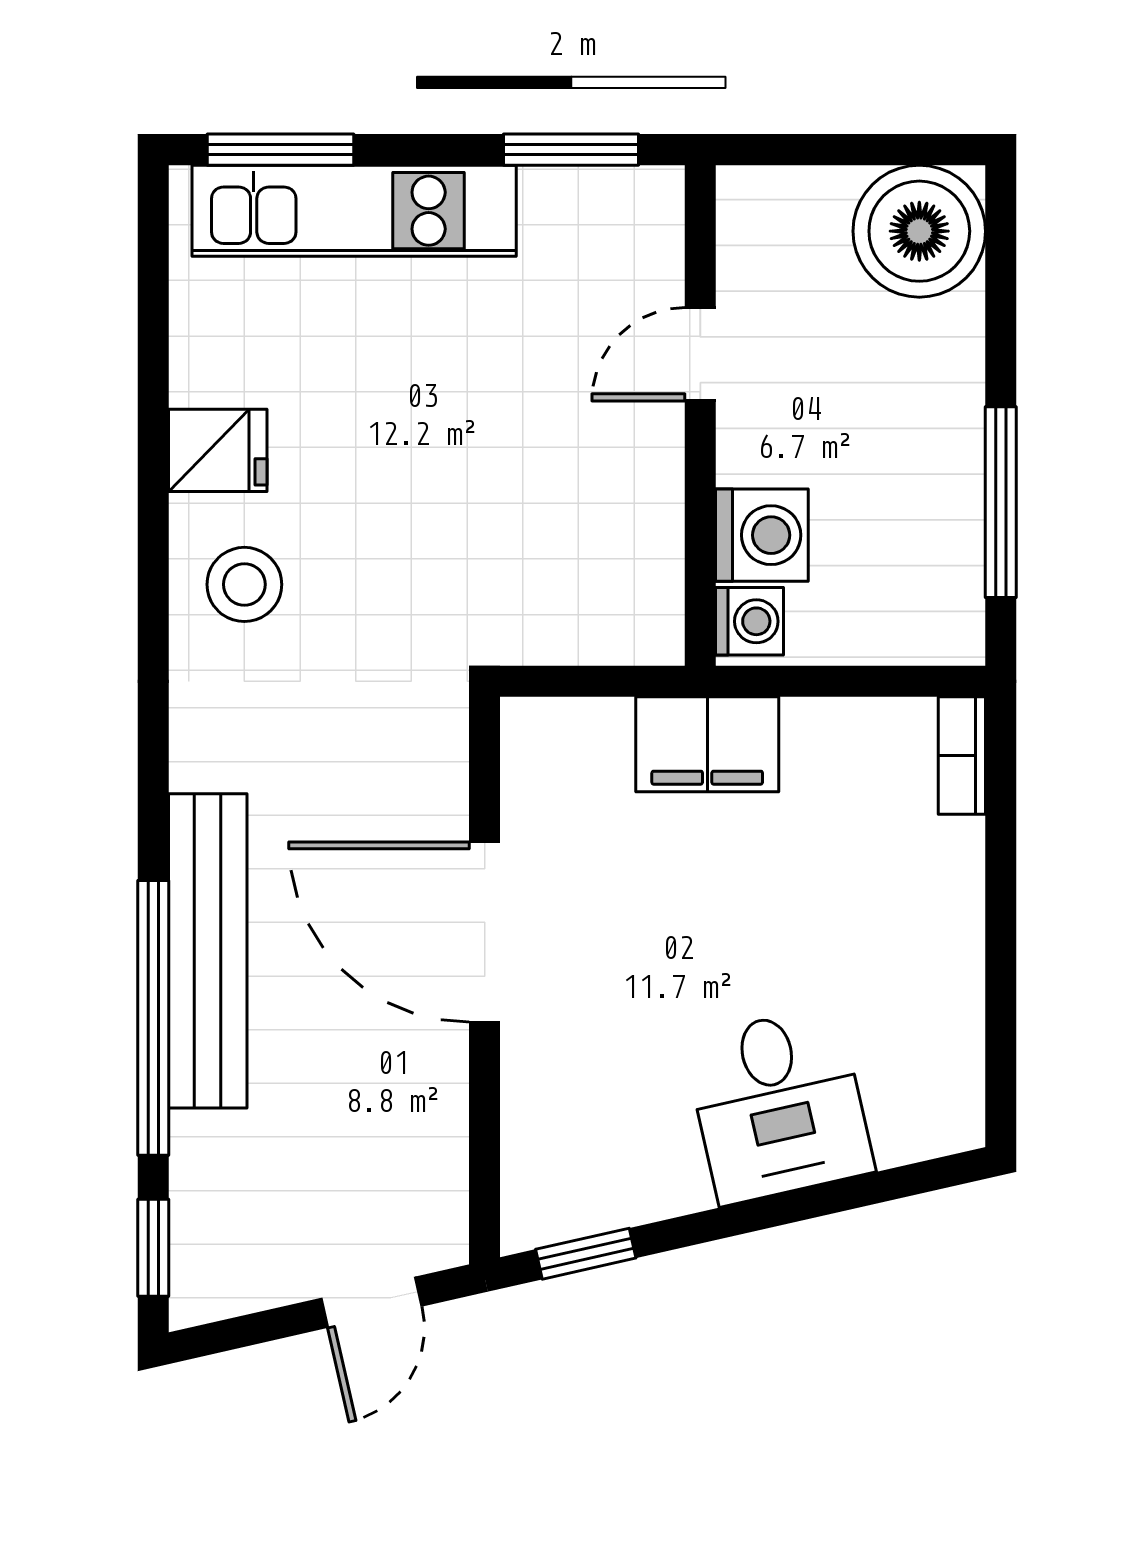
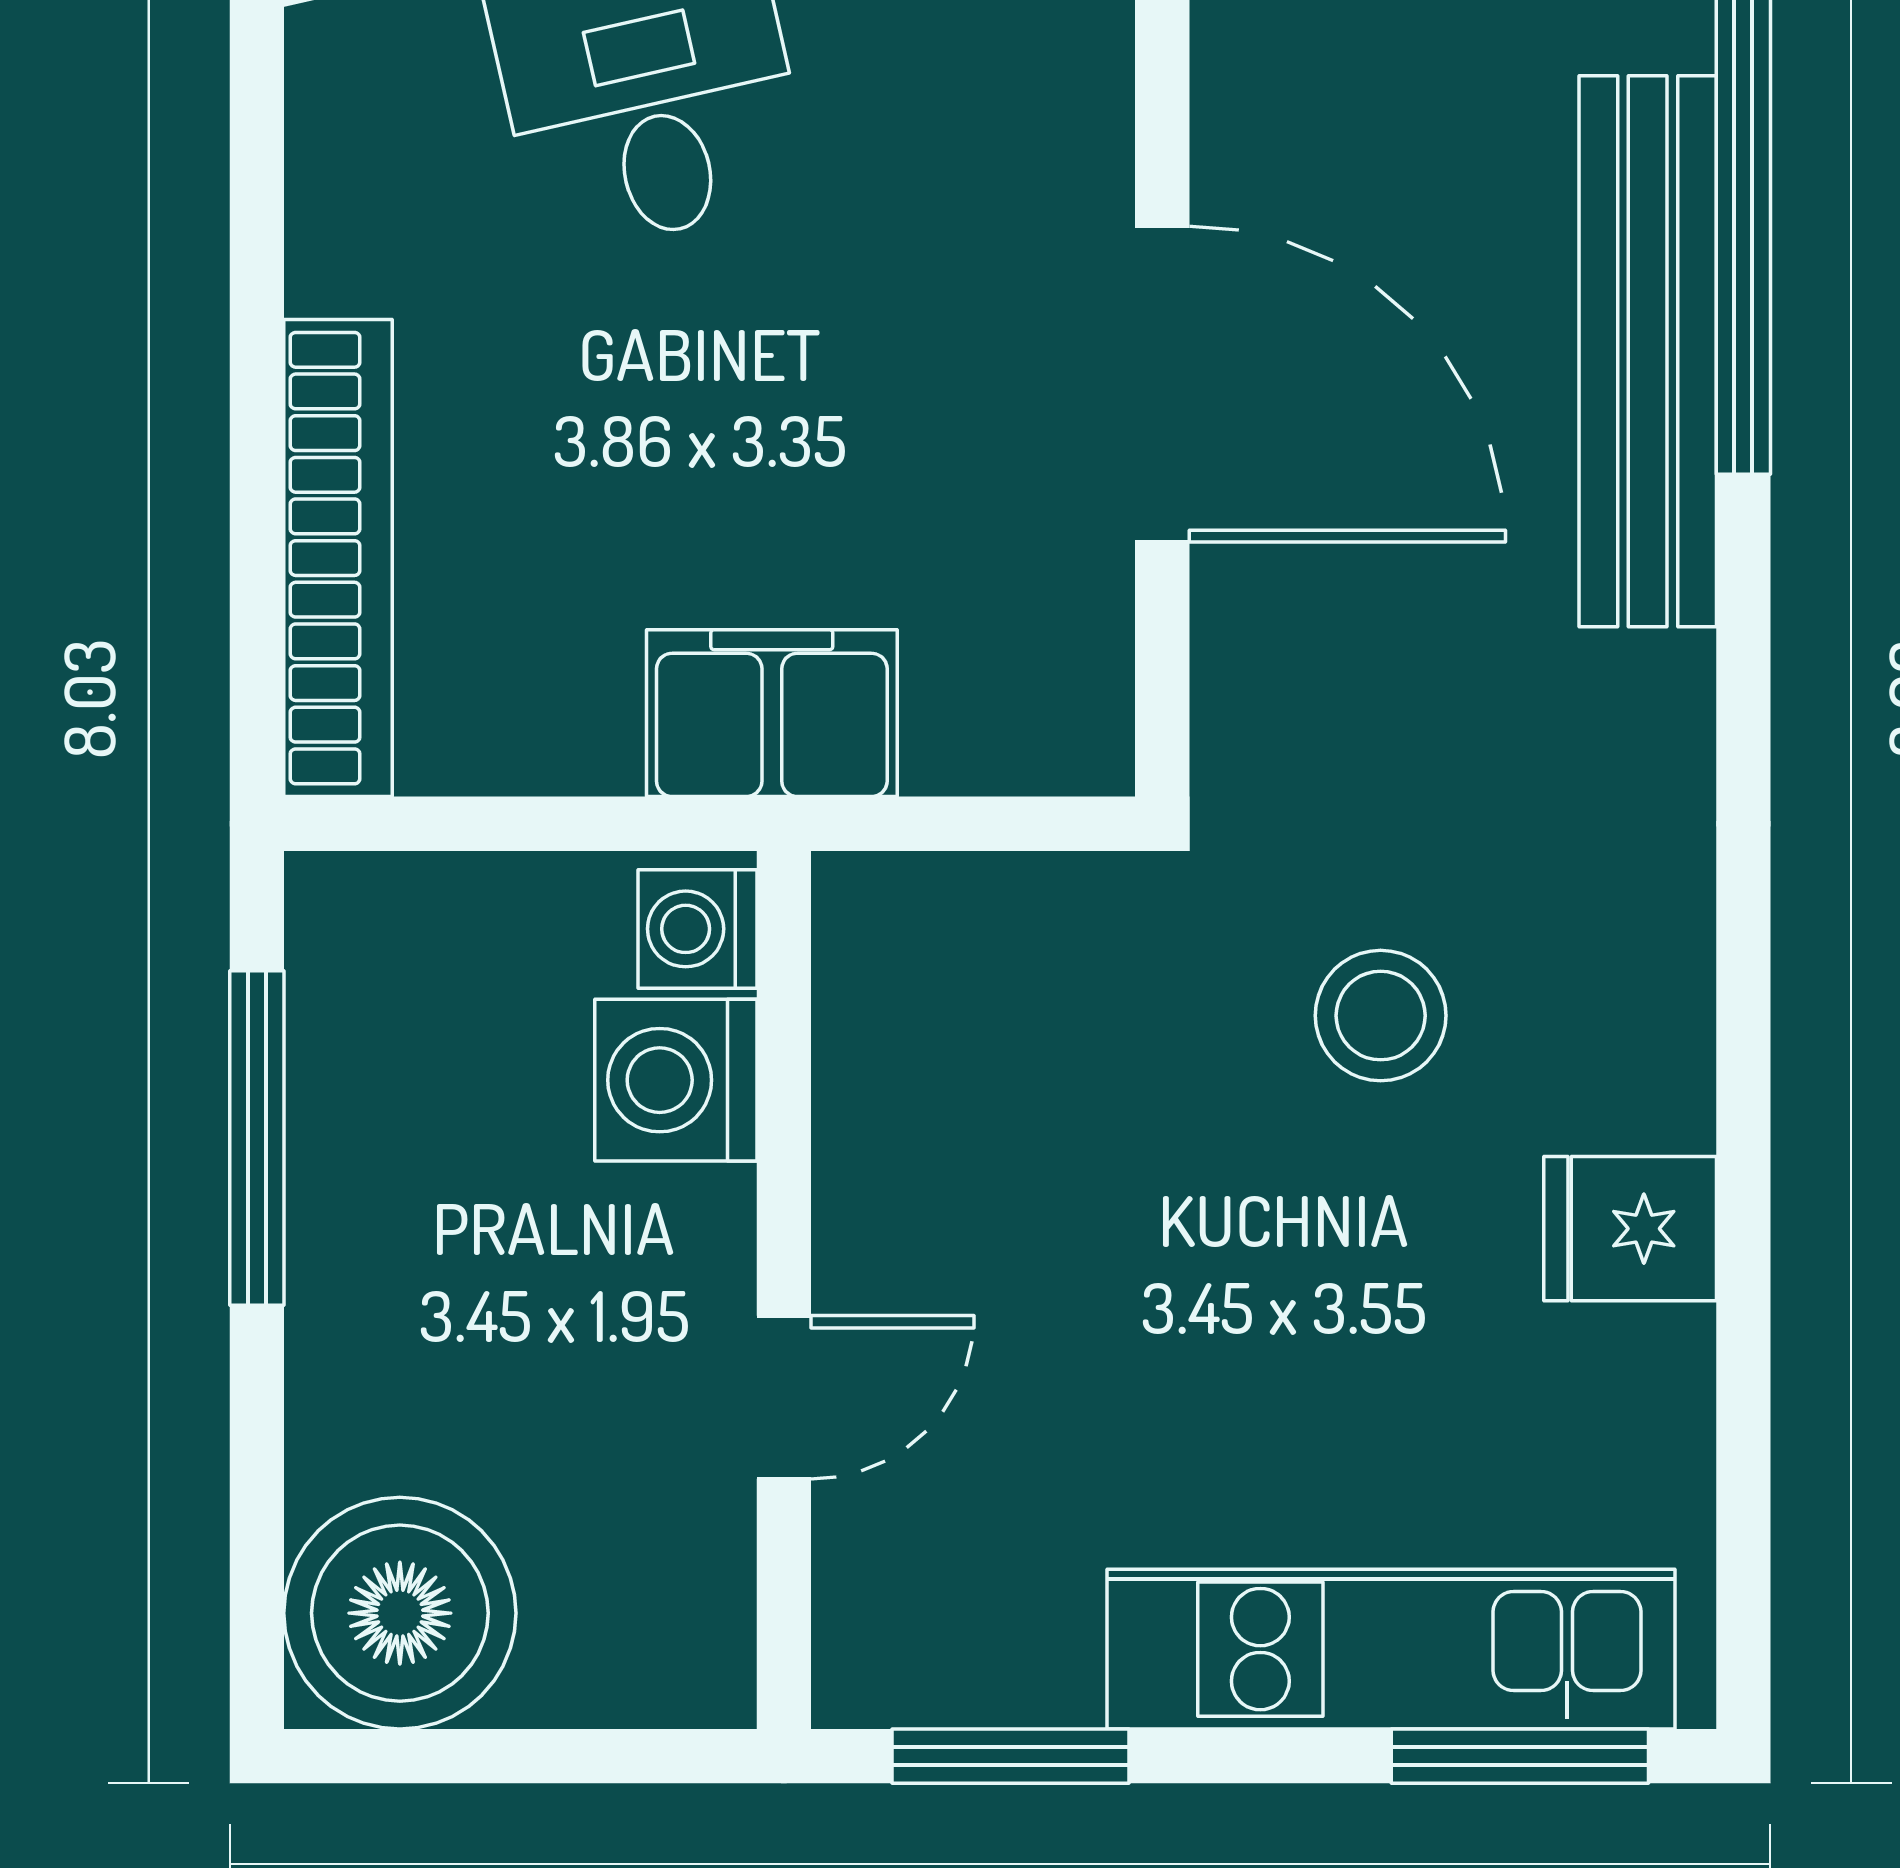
stool: (244, 584) -> (1381, 1016), moved
bookcase: (962, 756) -> (338, 558), width x2.31, depth x1.31

